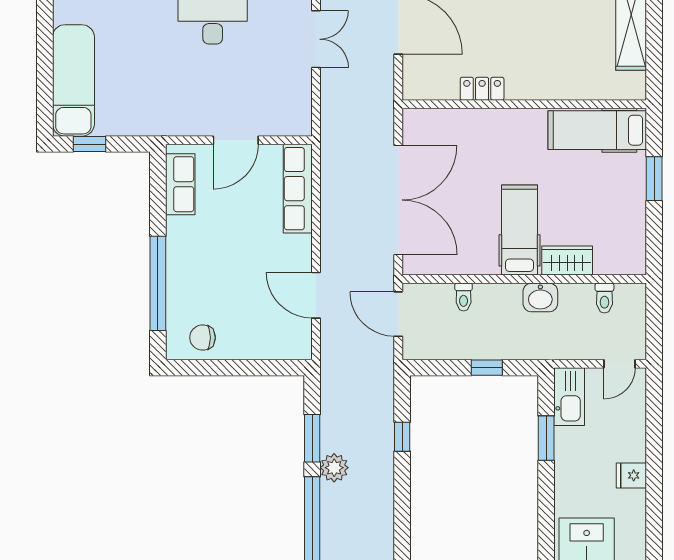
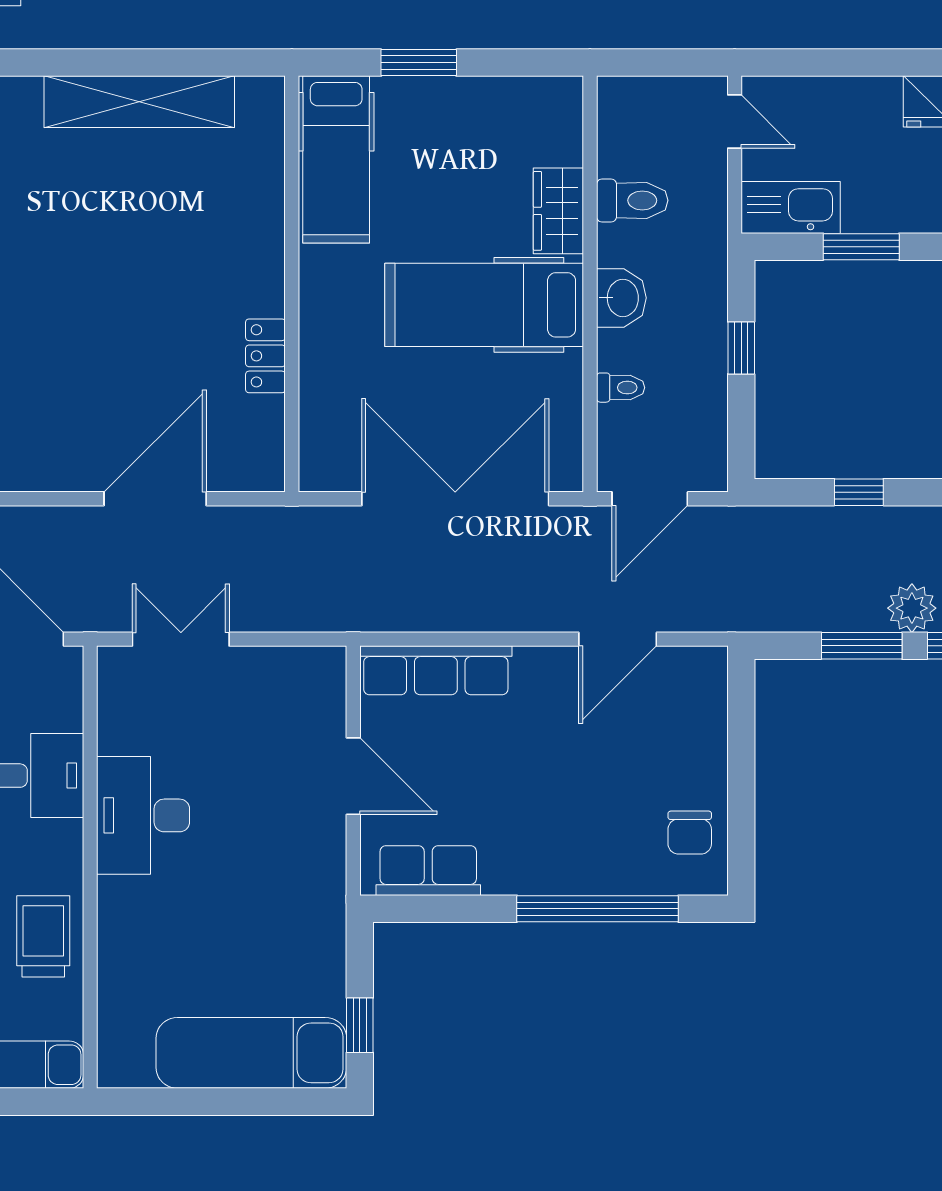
hospital bed: (519, 230) -> (484, 305), width x1.37, depth x1.29
washbasin: (540, 297) -> (621, 298), moved
toilet: (604, 298) -> (632, 200), moved, width x1.37, depth x1.39

